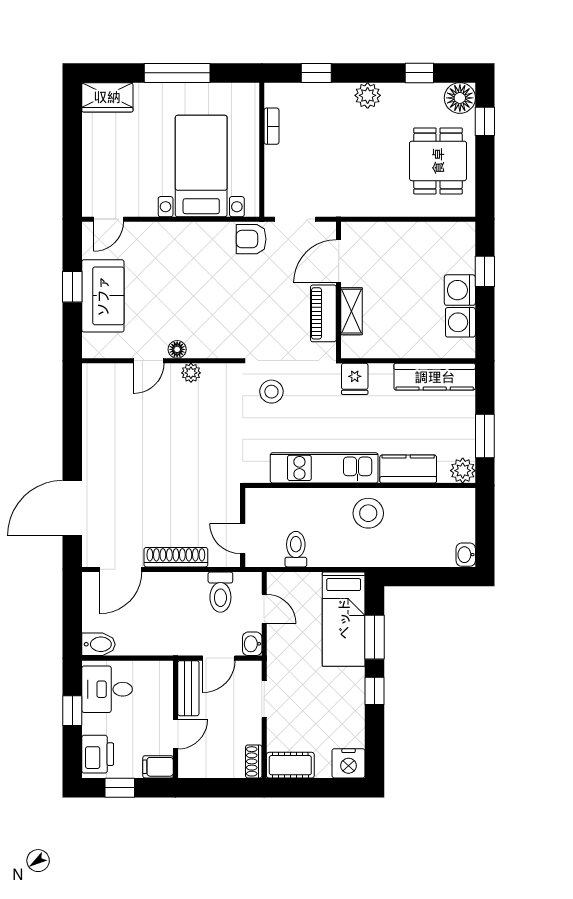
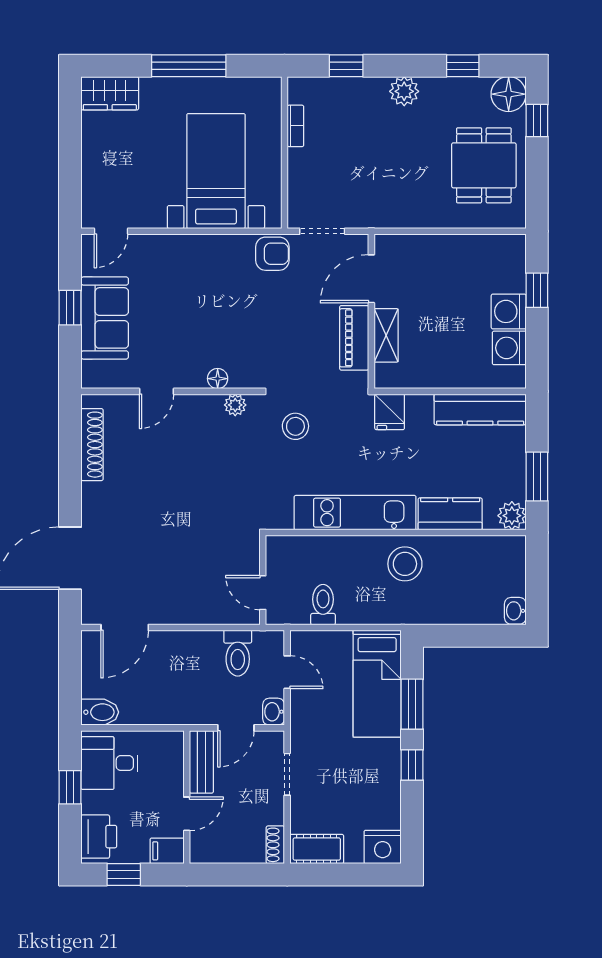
armchair: (251, 239) -> (272, 254), turned 180
floor lamp: (177, 349) -> (218, 379), moved
plant: (191, 373) -> (235, 405), moved
shoe rack: (176, 557) -> (92, 445), moved, turned 90

